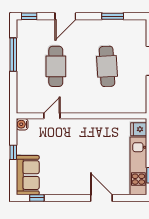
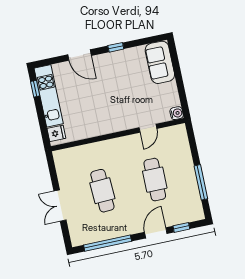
window: (29, 16) -> (181, 227), moved
window: (113, 16) -> (108, 243), width x2.11
window: (13, 152) -> (180, 82), removed
window: (37, 198) -> (116, 47), moved

